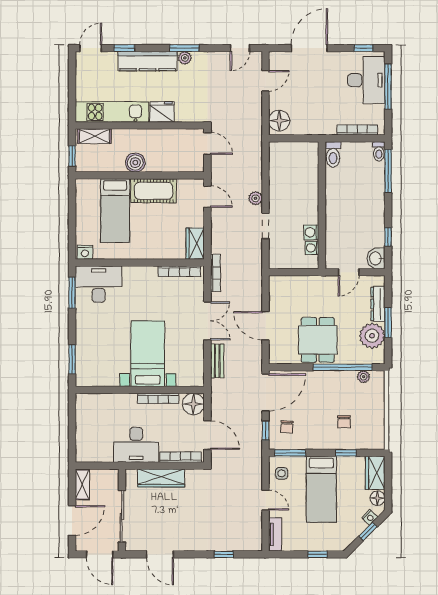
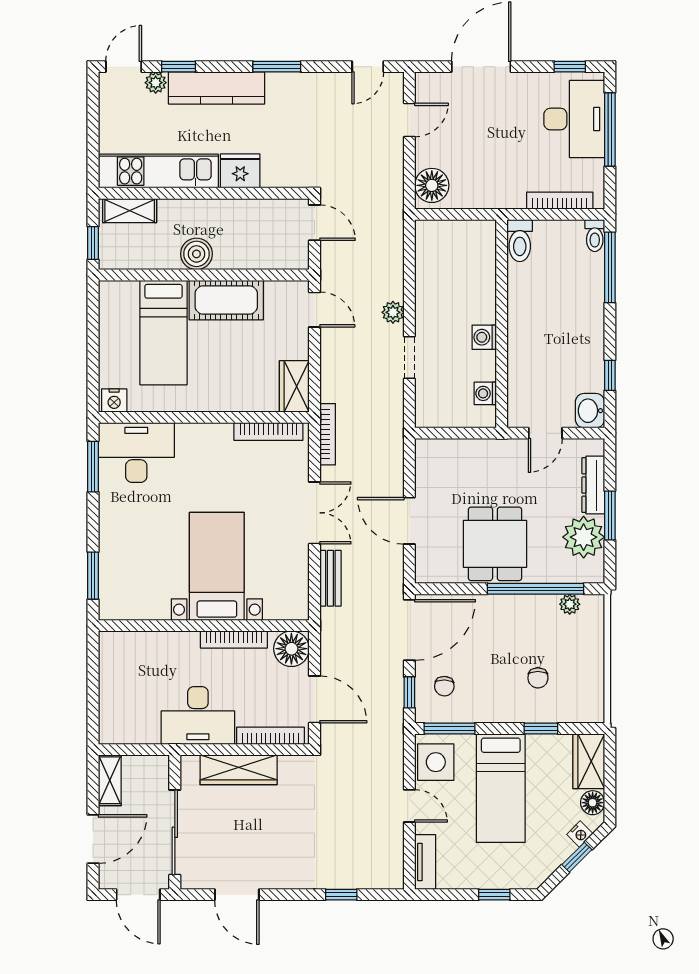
plant: (185, 58) -> (156, 83), moved
washing machine: (311, 232) -> (484, 337), moved
side table: (282, 473) -> (436, 762), width x1.87, depth x1.87

